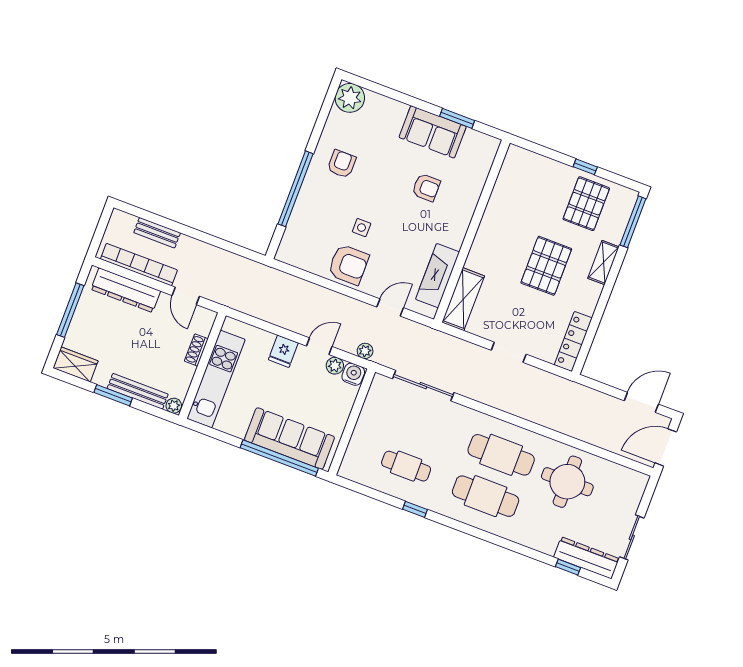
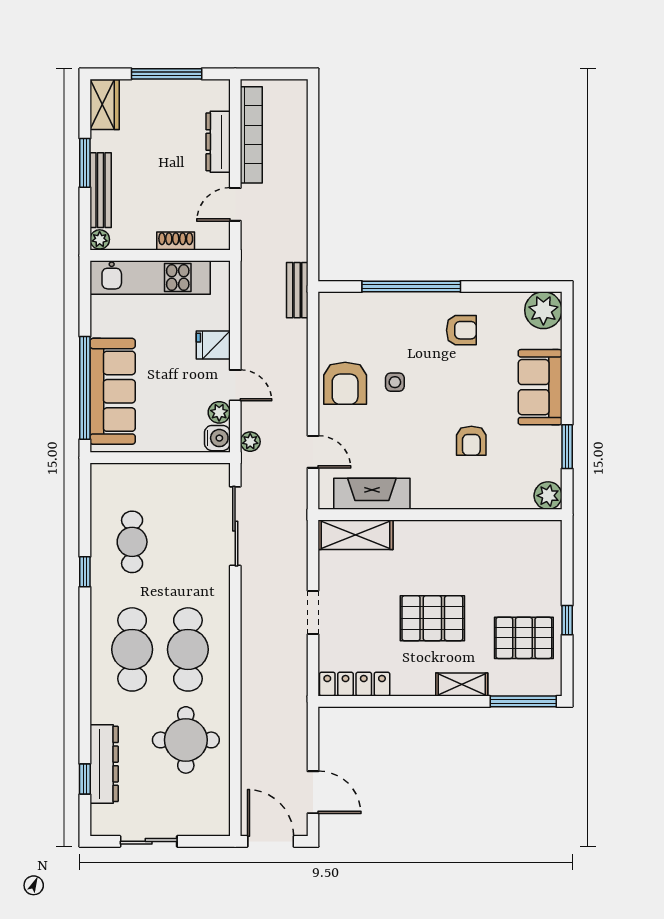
sofa: (433, 132) -> (540, 387), moved
plant: (488, 146) -> (548, 496), added
bench: (157, 233) -> (297, 290), moved
dresser: (126, 290) -> (218, 142), width x0.73, depth x0.80
dresser: (586, 558) -> (104, 764), moved

